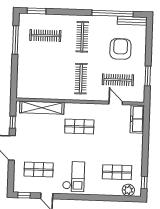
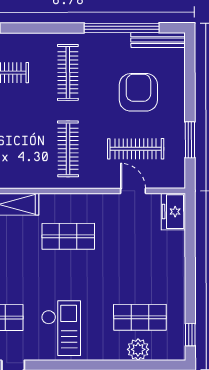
freezer: (137, 119) -> (173, 212), width x0.71
plant: (128, 190) -> (138, 349), moved

